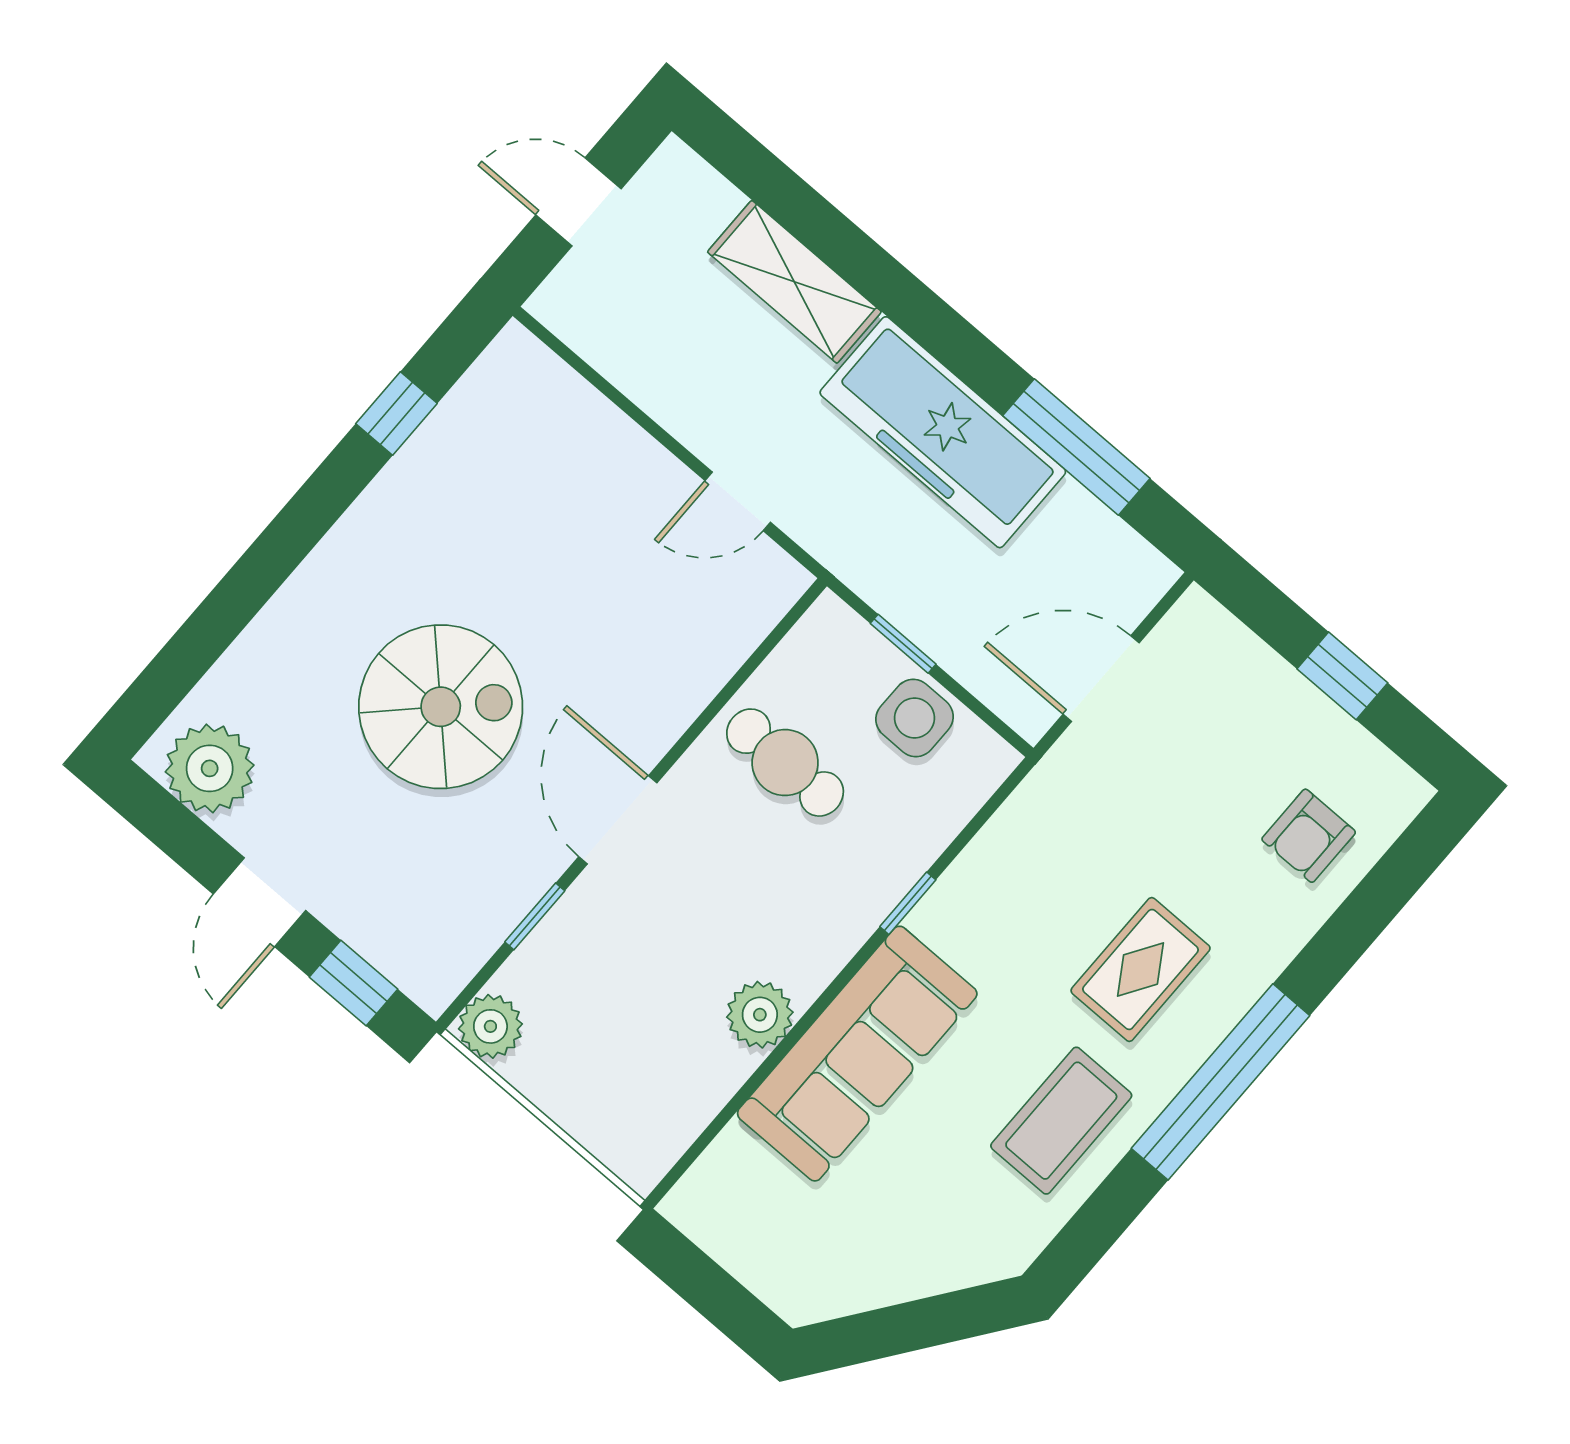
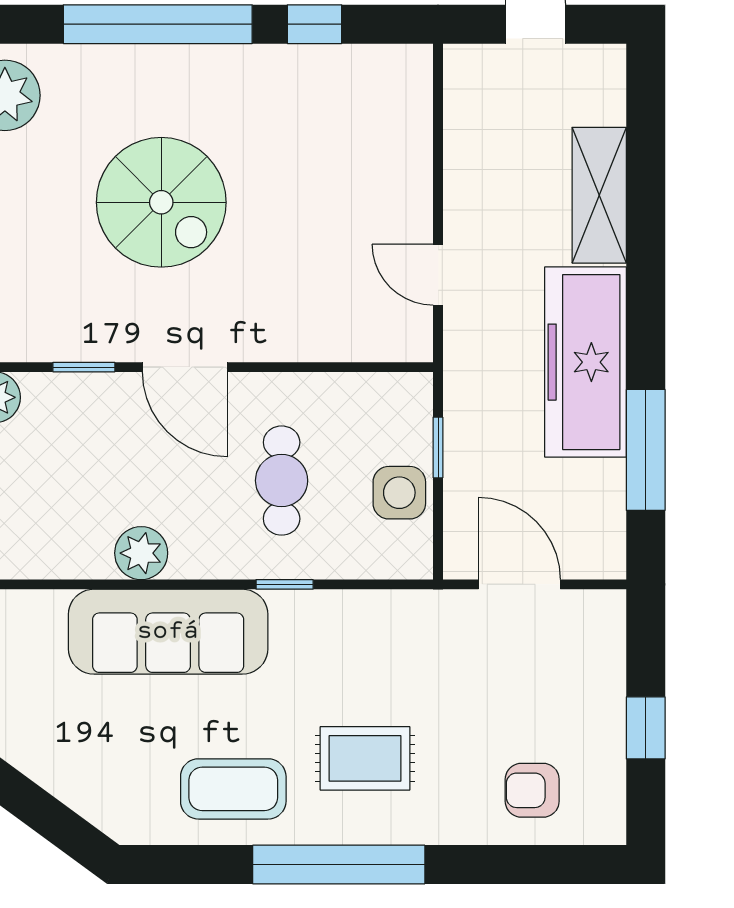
window: (267, 563) -> (158, 24), added
cafe table: (785, 763) -> (282, 481), moved
door: (618, 820) -> (185, 367), swing flipped

